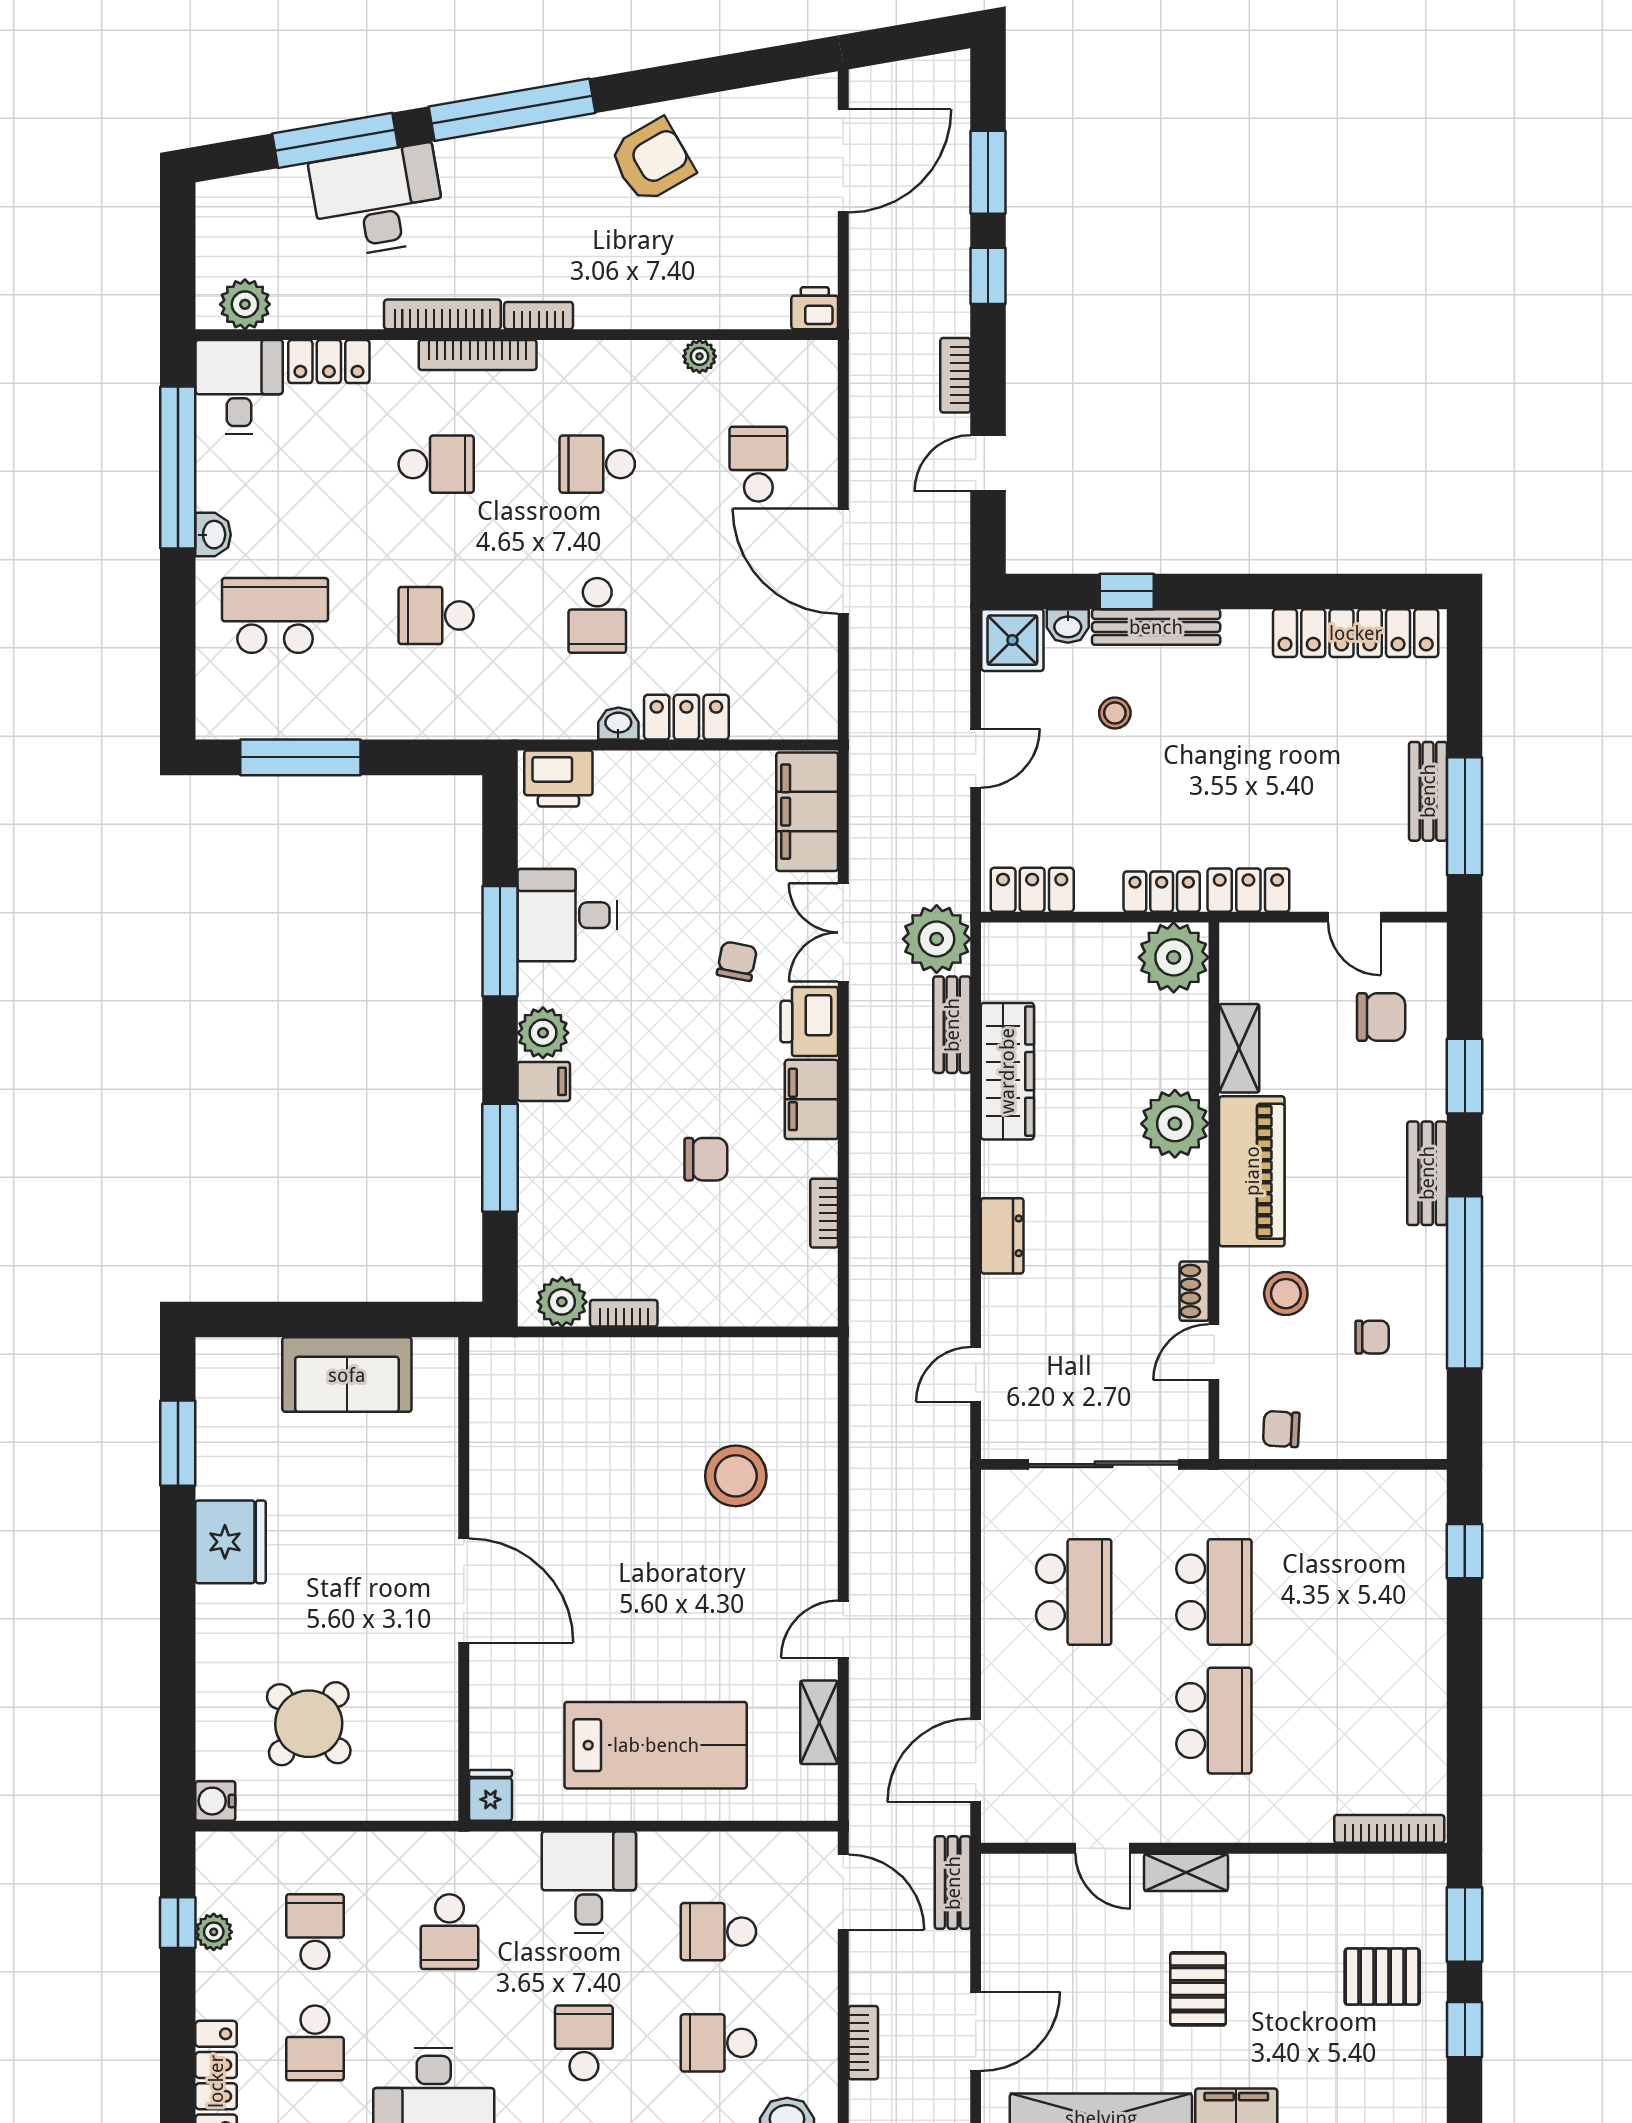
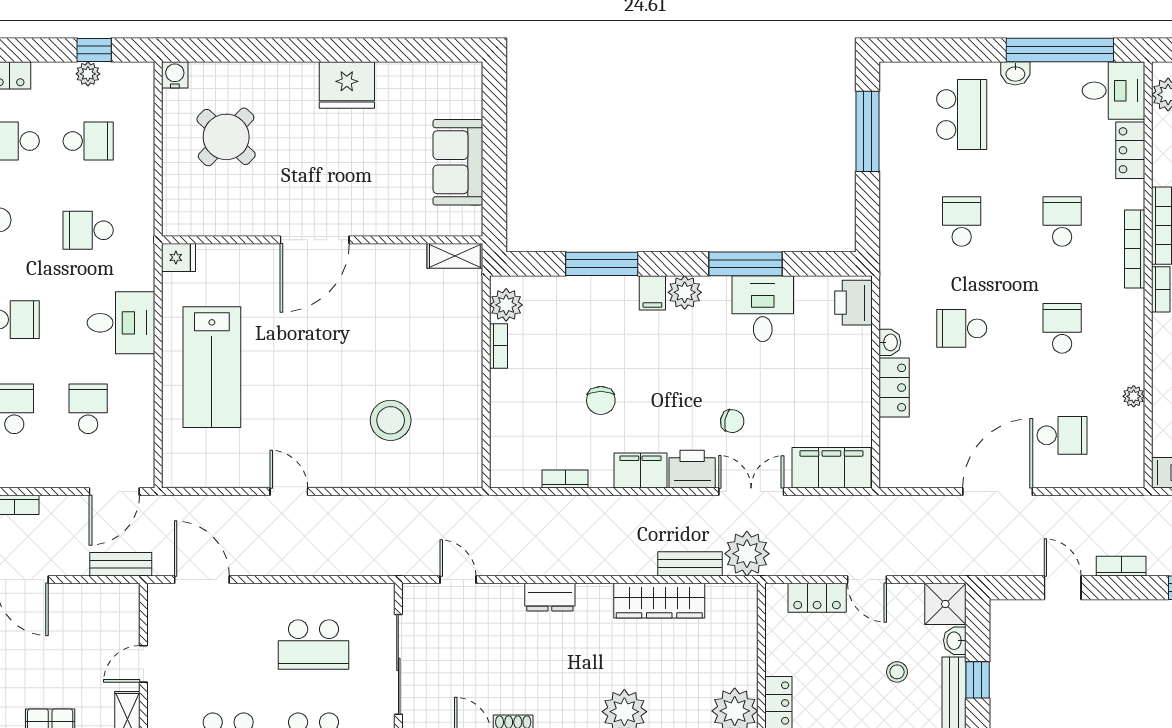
school desk: (436, 464) -> (1062, 221), turned 180
locker: (1032, 890) -> (817, 598), moved, turned 90
window: (178, 1443) -> (412, 50), removed
shelving: (819, 1722) -> (455, 256), moved

